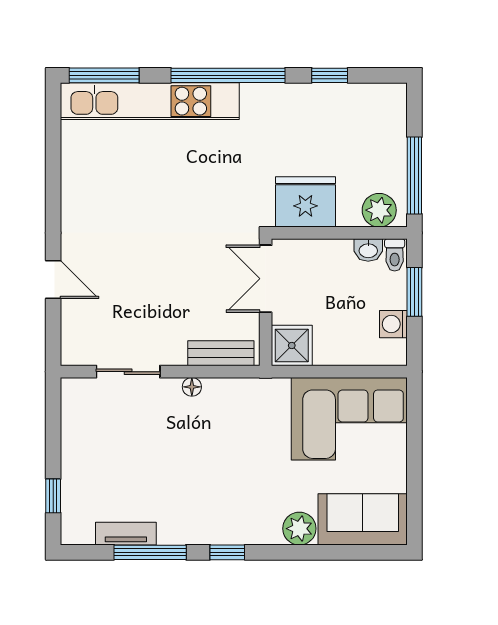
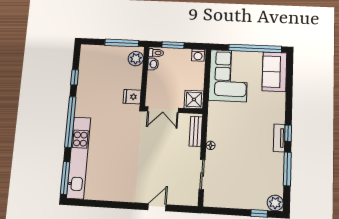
fridge: (305, 202) -> (132, 97), width x0.53, depth x0.75
washing machine: (393, 324) -> (198, 55), moved
window: (414, 475) -> (255, 48), added
plant: (299, 529) -> (275, 203), moved
tv unit: (126, 534) -> (279, 138), moved

